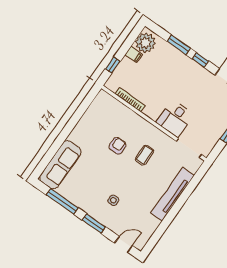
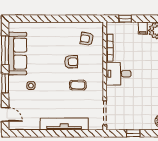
armchair: (106, 115) -> (87, 39), added
desk: (175, 118) -> (118, 74), moved
sofa: (60, 165) -> (17, 54), moved, turned -90

